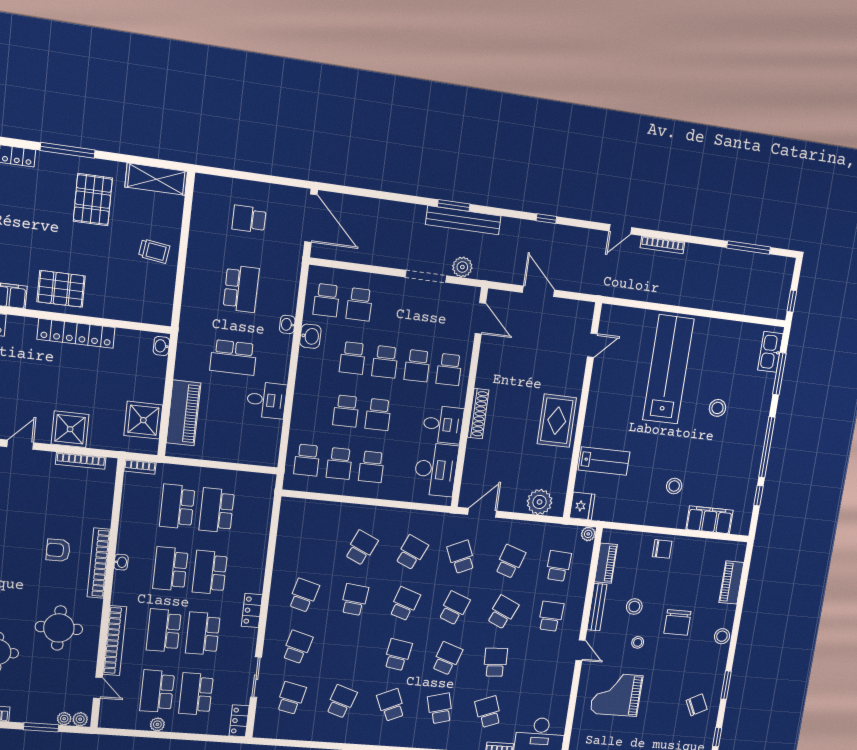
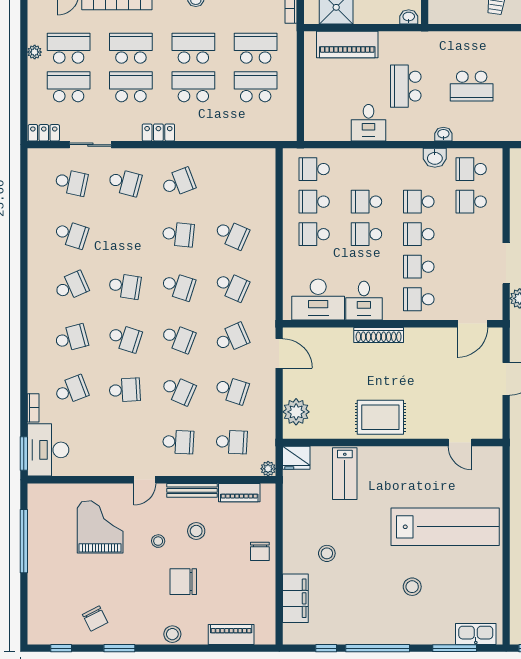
school desk: (304, 595) -> (178, 182), turned -36

